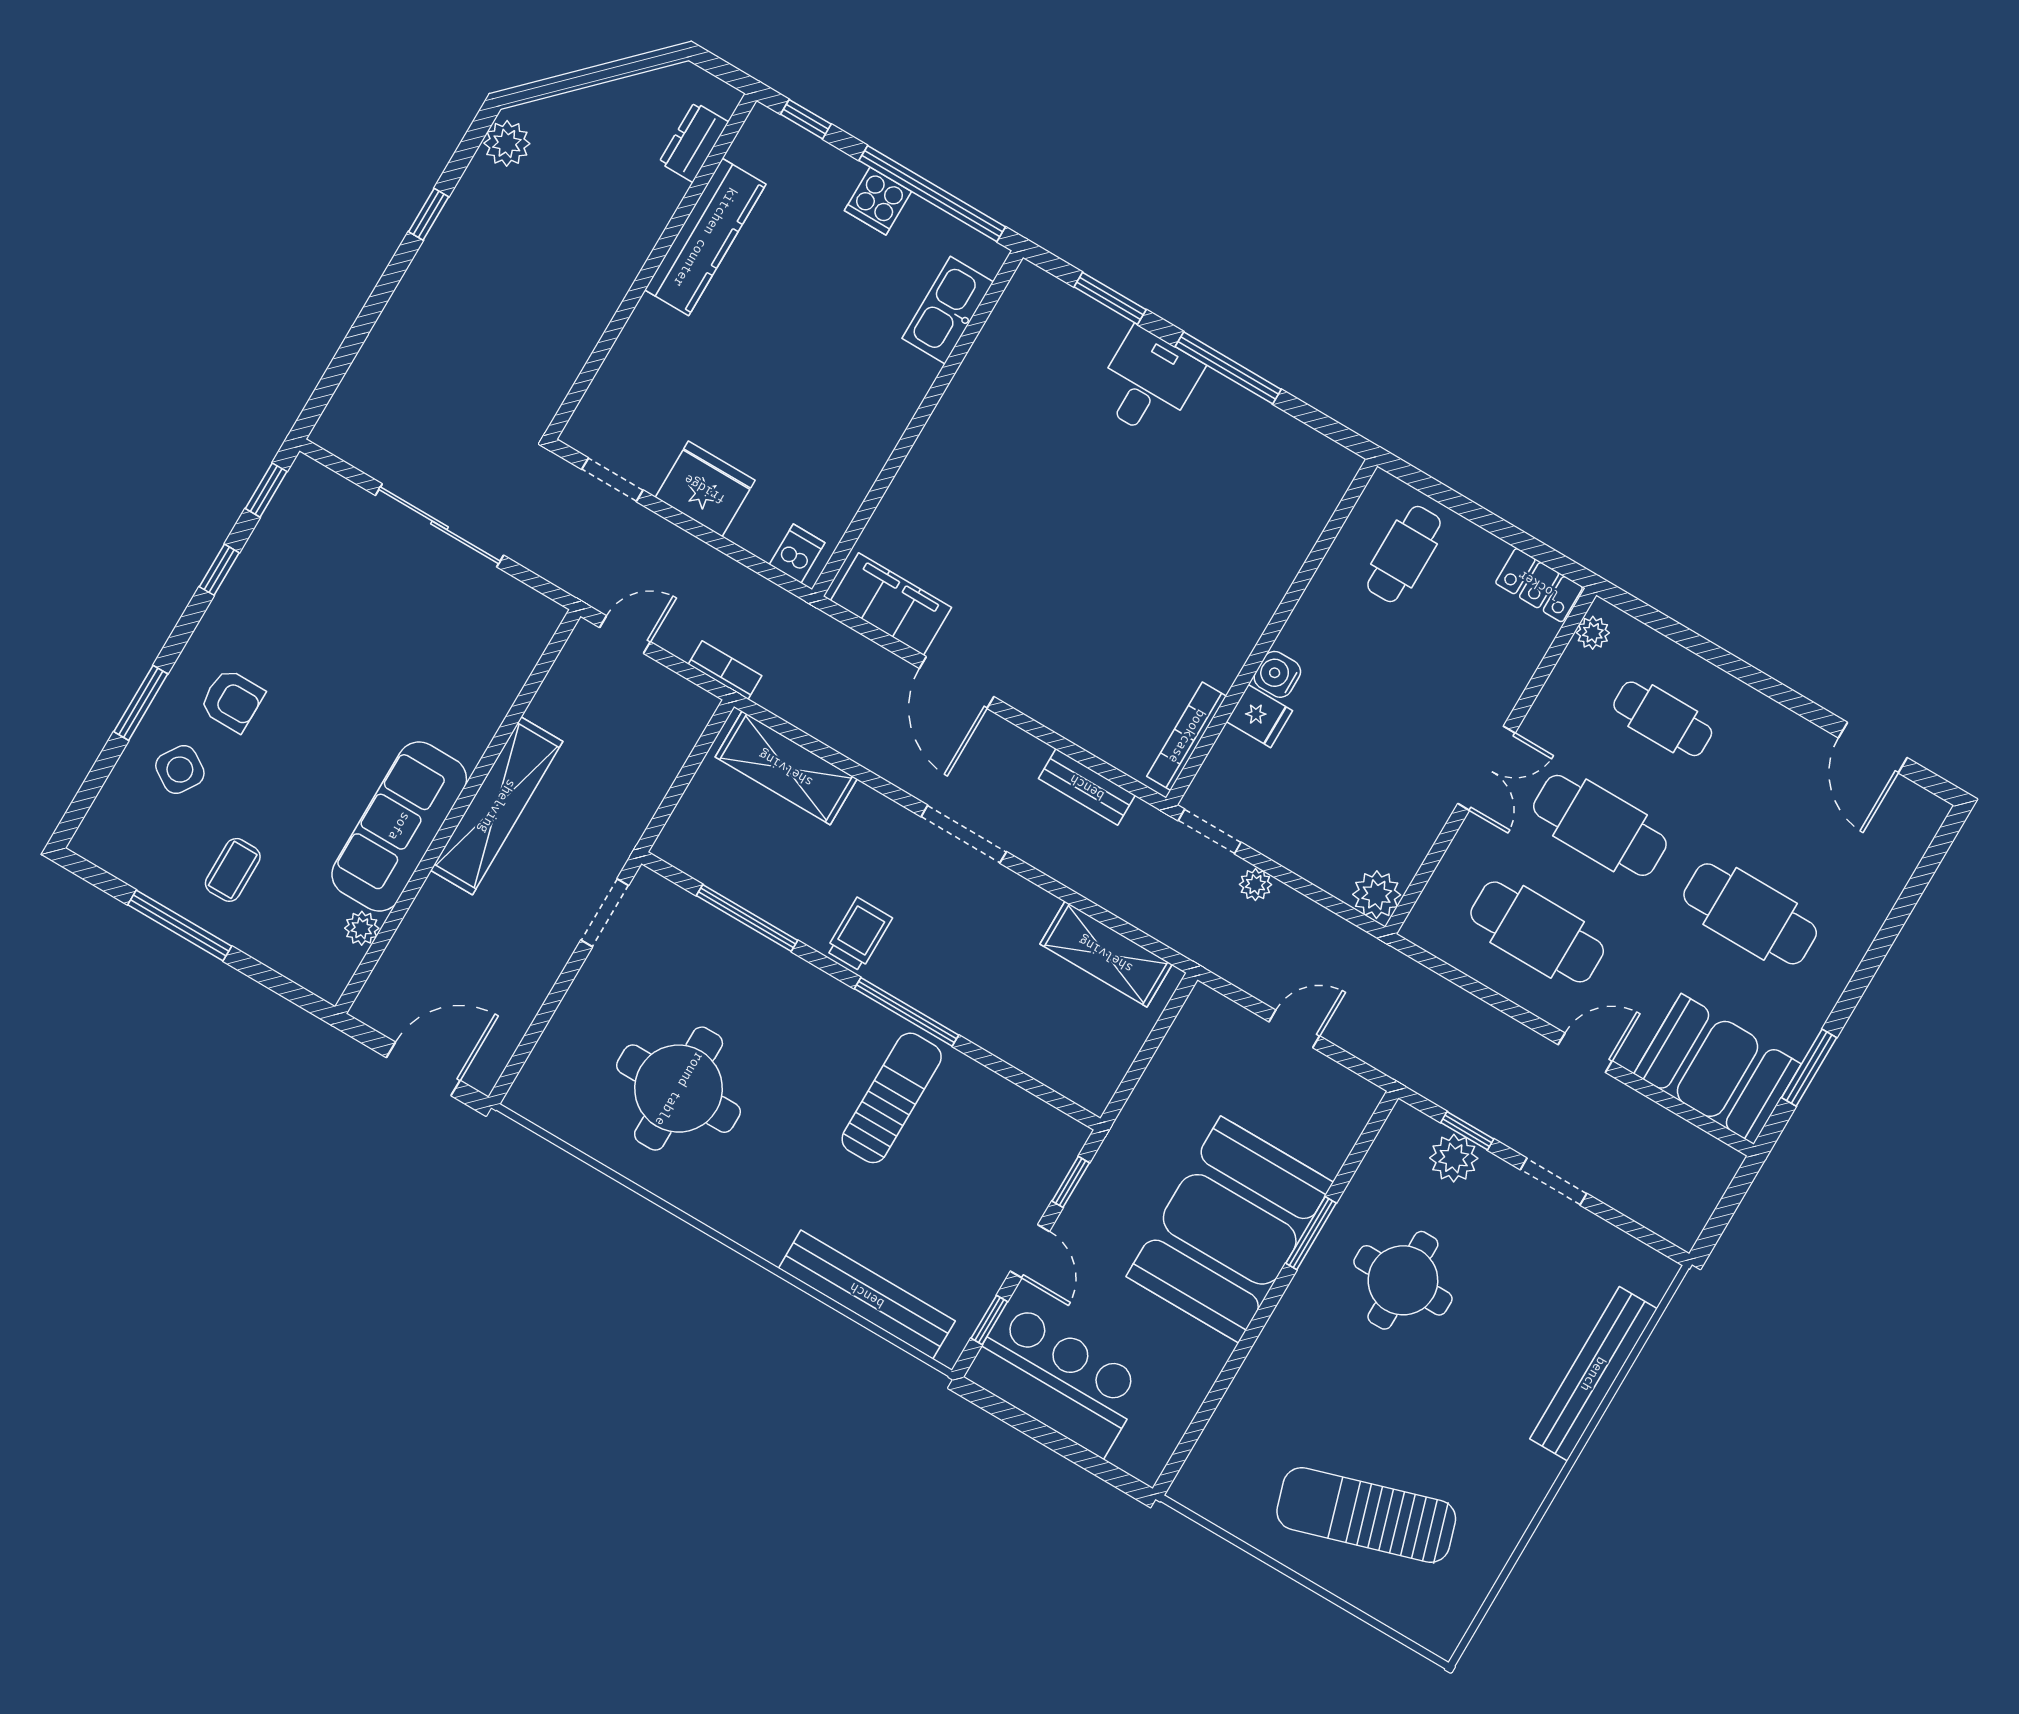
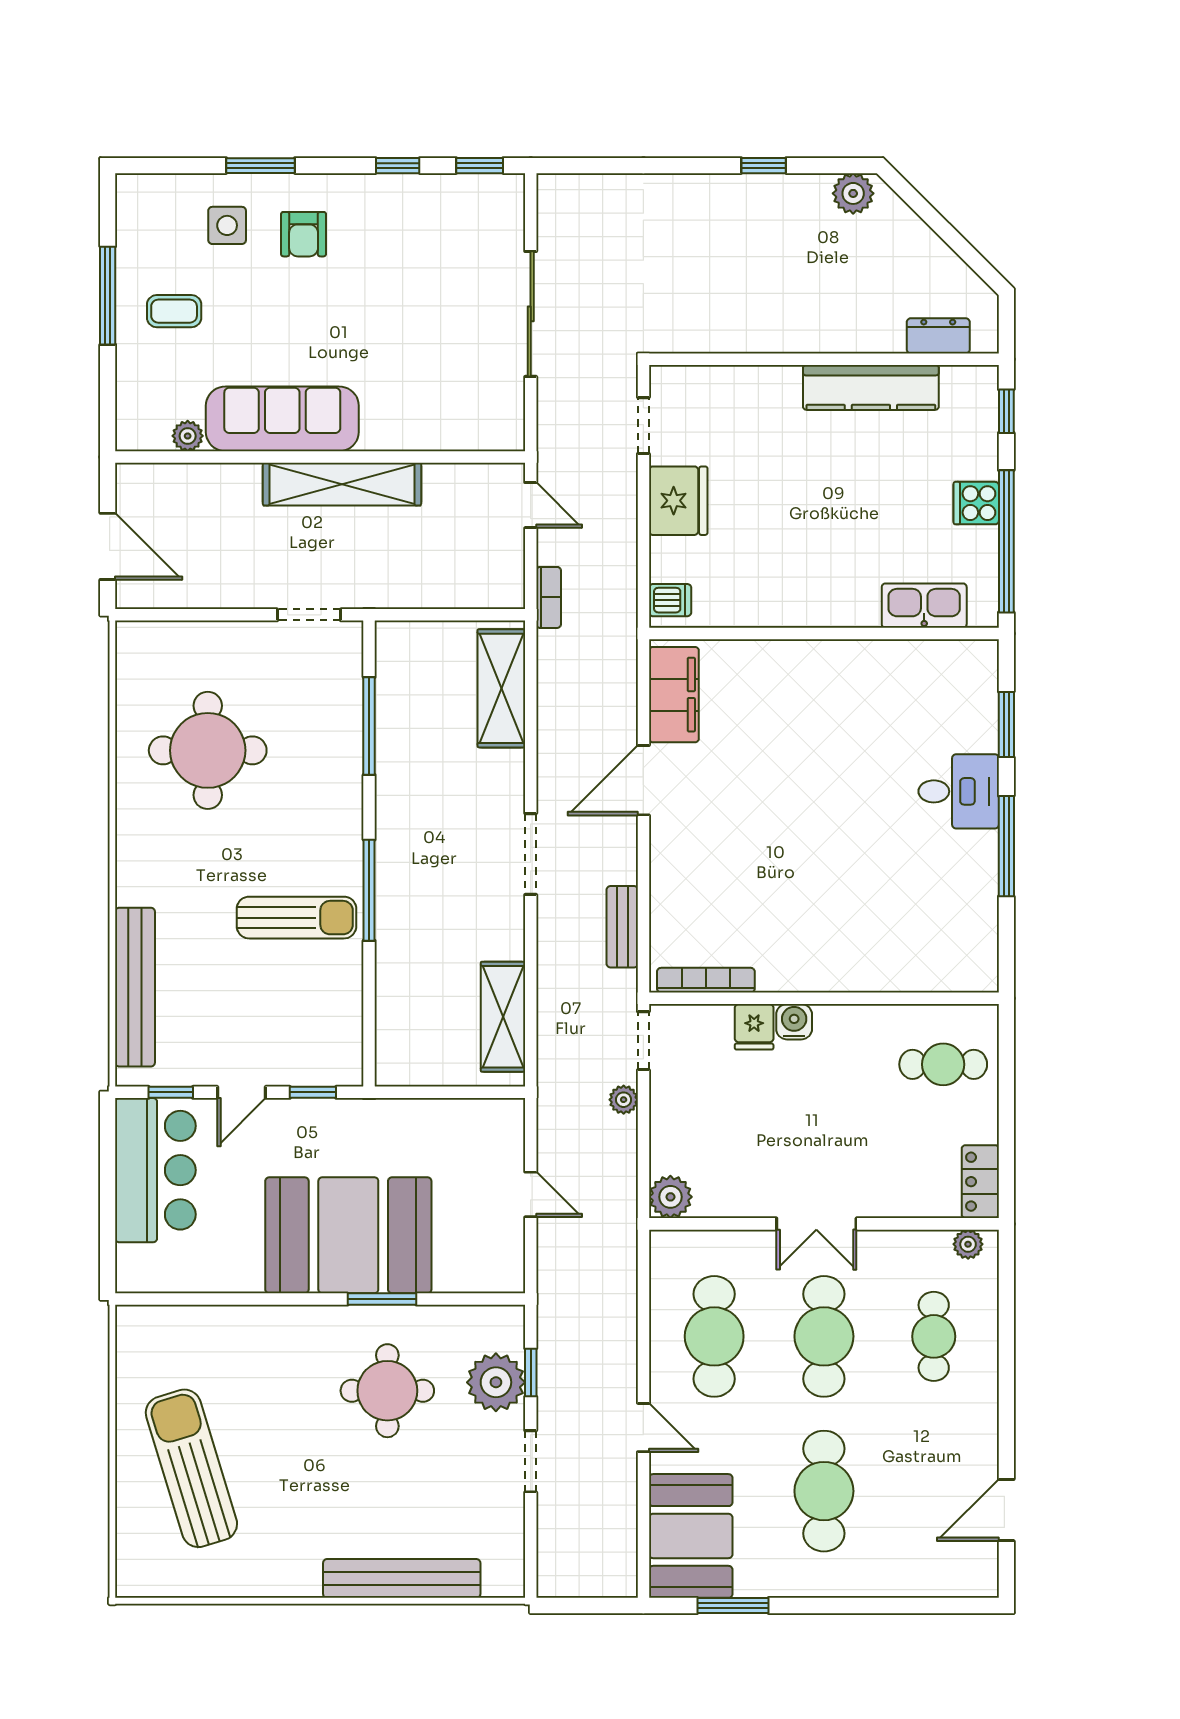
side table: (180, 770) -> (227, 225), turned -33
trolley: (859, 934) -> (407, 819), removed
plant: (1454, 1158) -> (496, 1382), width x1.36, depth x1.36

